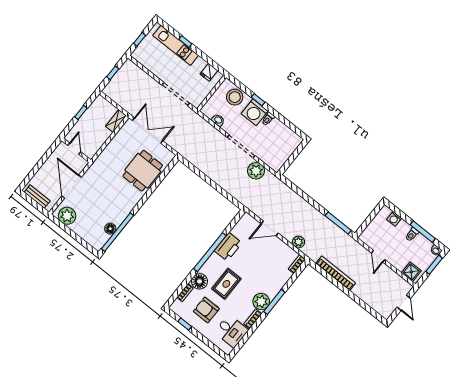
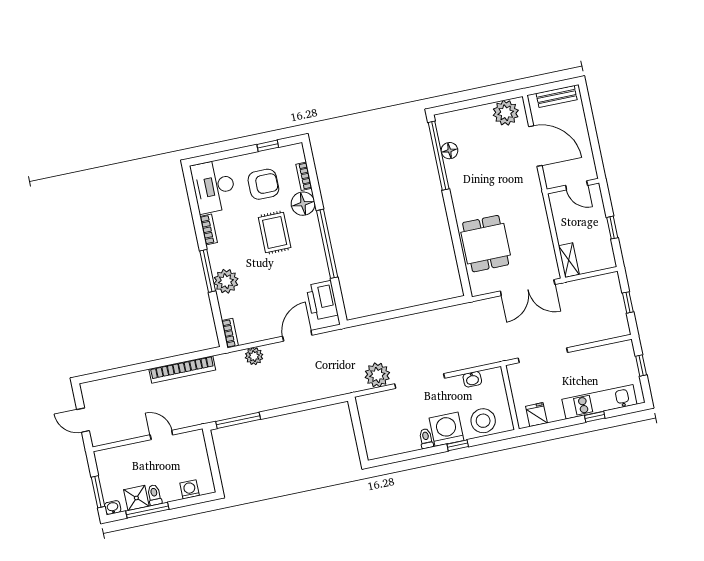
printer: (228, 247) -> (322, 300), moved
shower: (411, 272) -> (136, 498), moved
plant: (261, 302) -> (226, 281), moved
desk: (231, 331) -> (214, 186), width x1.37

